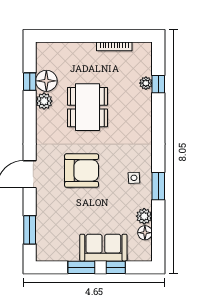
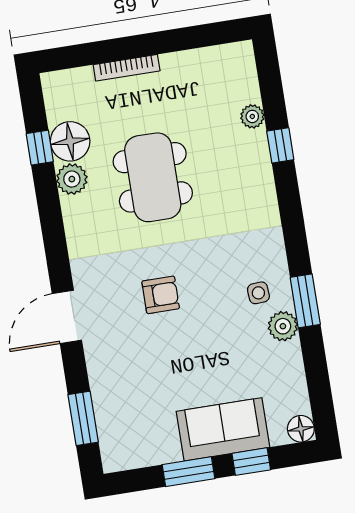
bookcase: (114, 46) -> (127, 68), moved
window: (158, 84) -> (280, 145), moved
armchair: (82, 171) -> (161, 295), width x0.53, depth x0.53
plant: (144, 216) -> (283, 326), moved
floor lamp: (145, 233) -> (301, 429), moved

